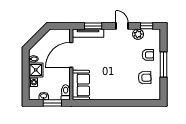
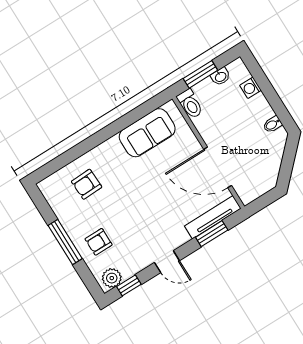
plant: (138, 34) -> (112, 278), moved
door: (71, 55) -> (218, 167), swing flipped
shower: (36, 70) -> (258, 109), removed
armchair: (145, 78) -> (87, 184), moved
sofa: (81, 85) -> (147, 133), moved, turned -90

